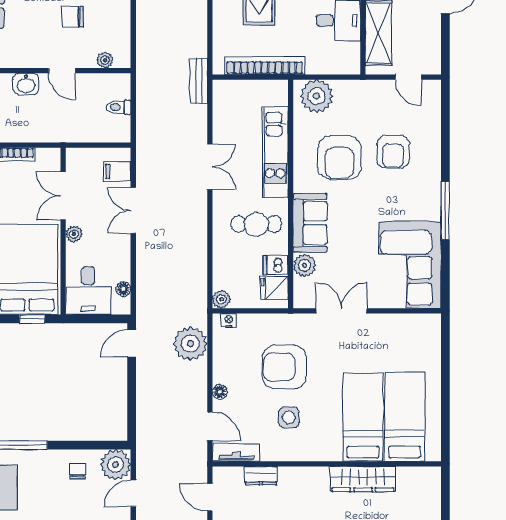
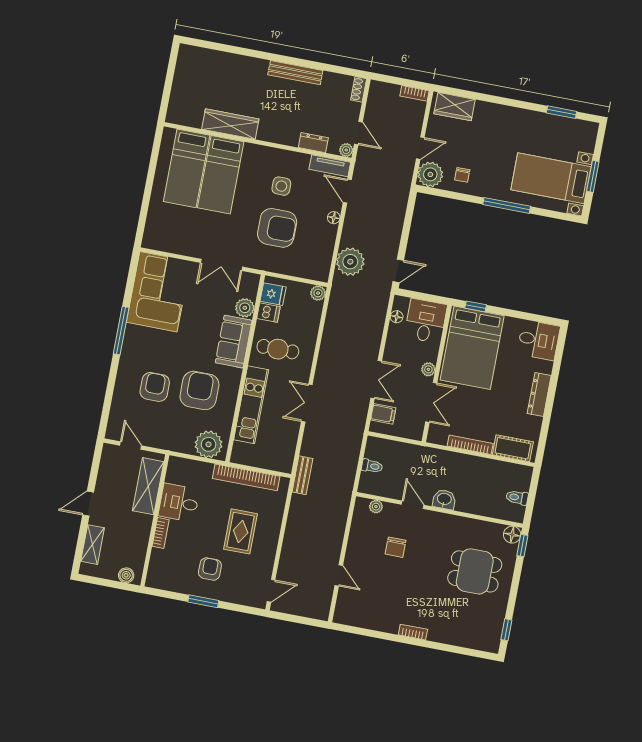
chair: (73, 17) -> (396, 547), turned 90
nightstand: (229, 320) -> (315, 275), removed
plant: (220, 474) -> (346, 150), added

